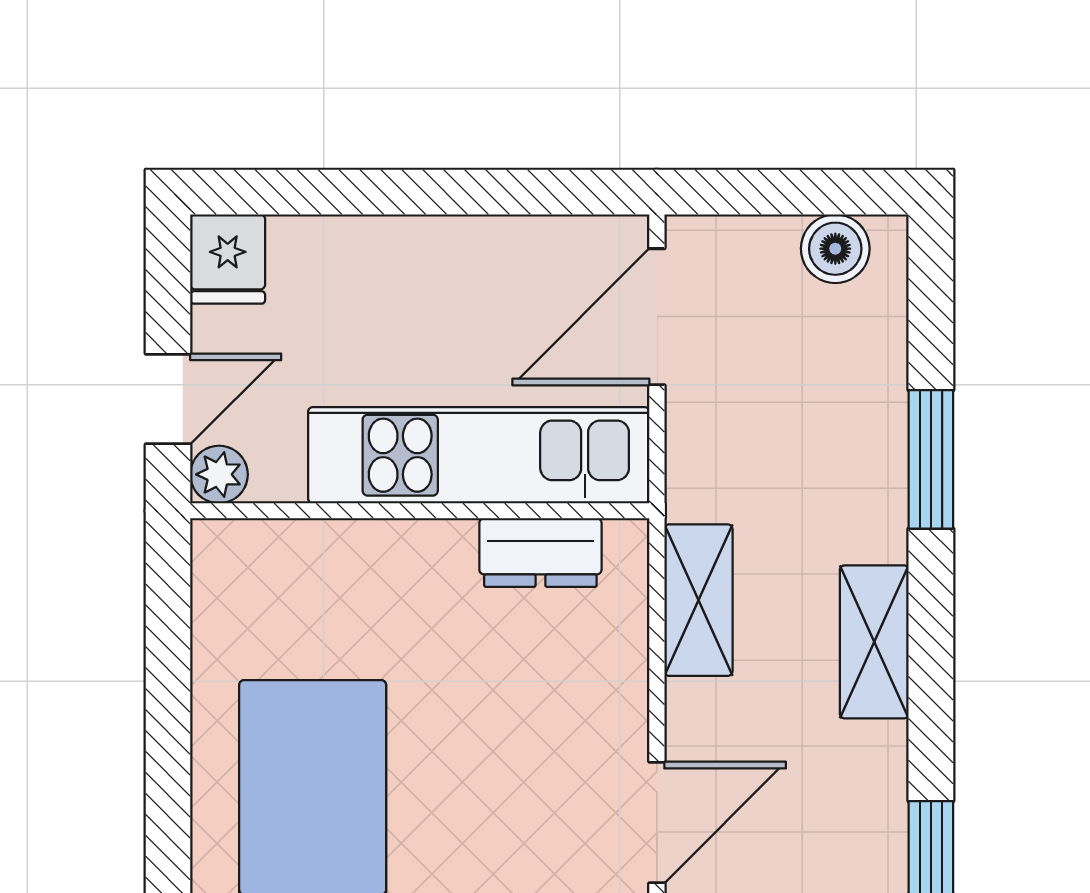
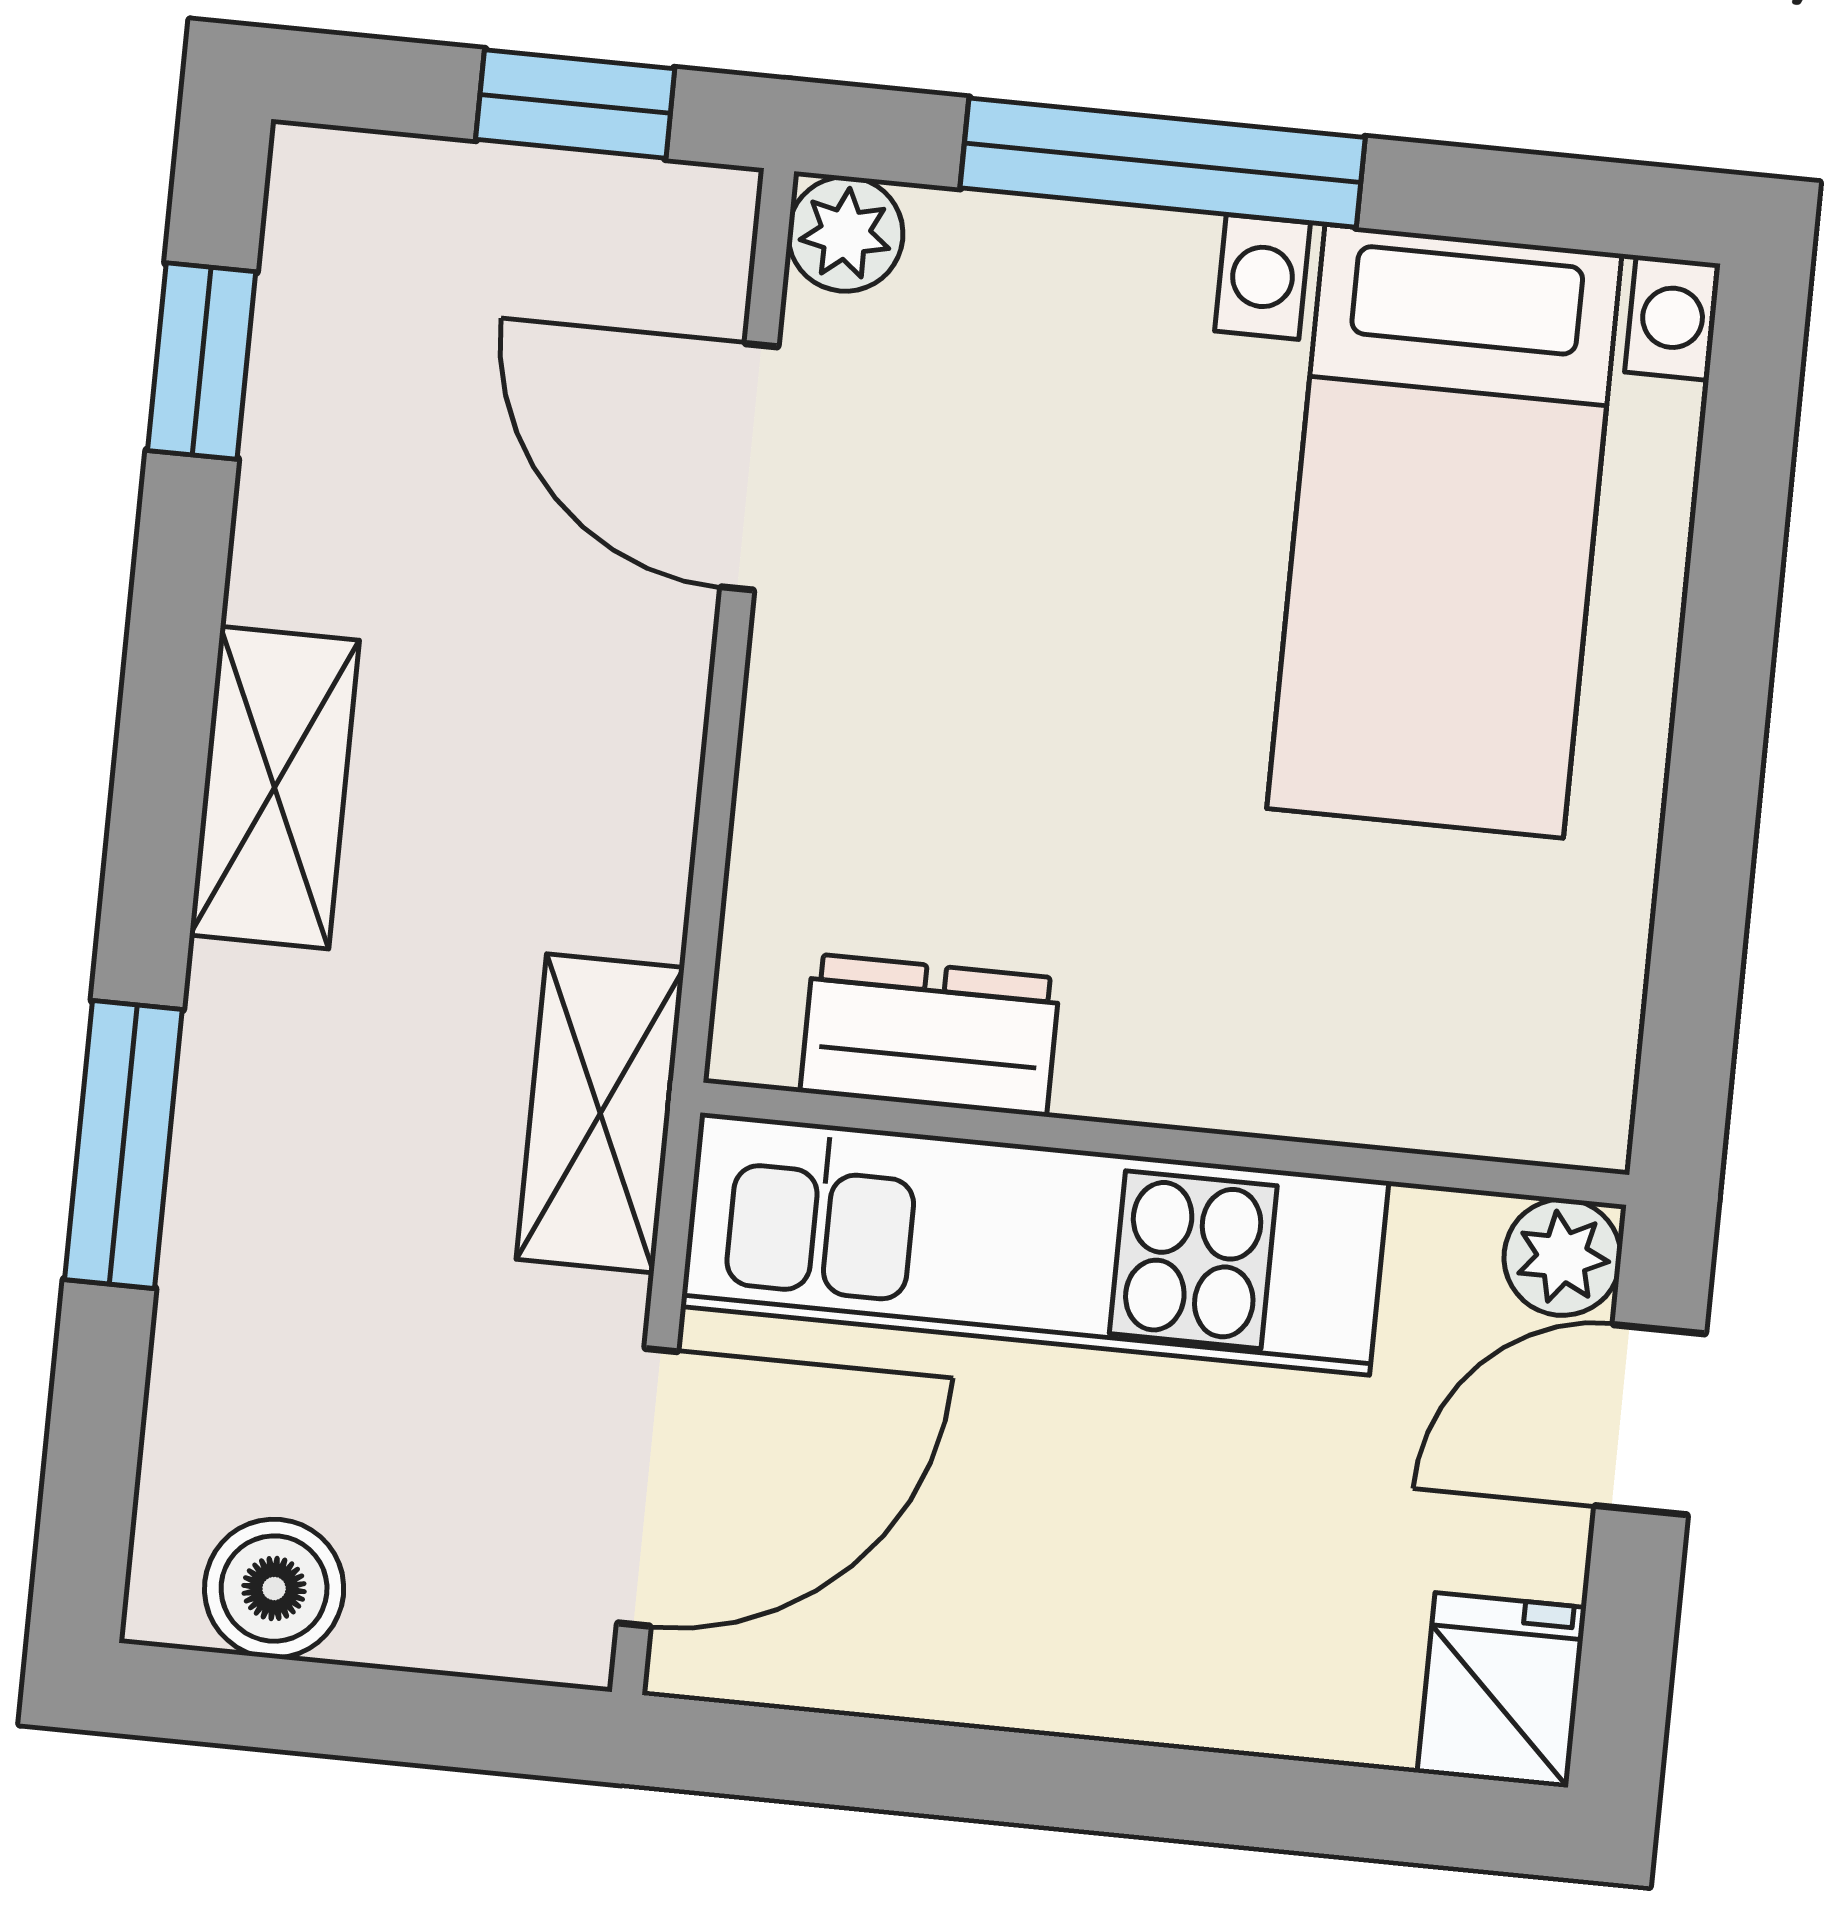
shelving: (698, 600) -> (600, 1113), moved
door: (657, 823) -> (749, 467), hinge flipped

